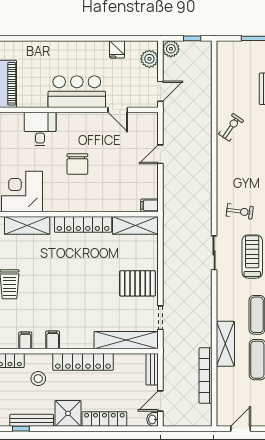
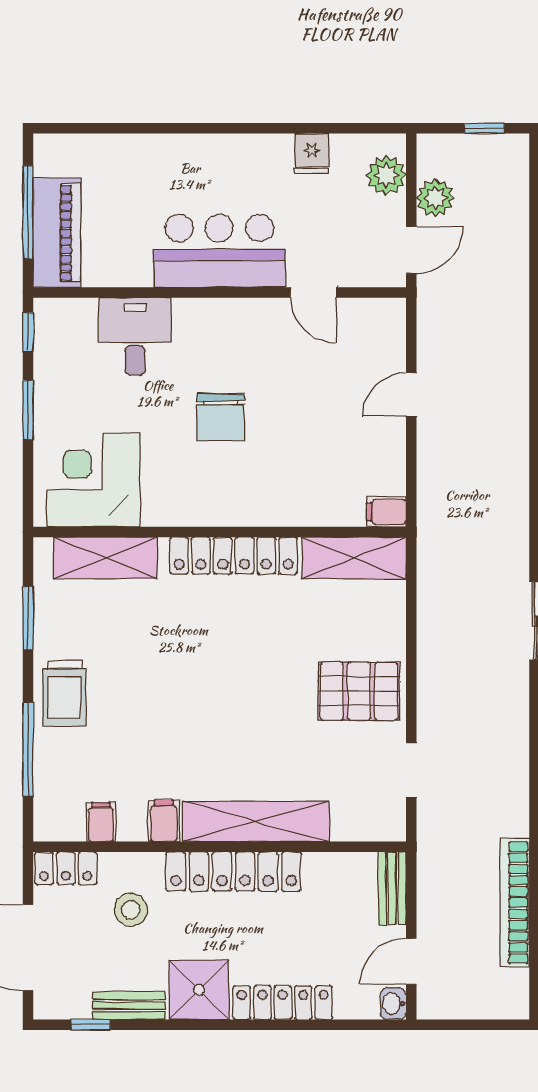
plant: (171, 49) -> (435, 198), moved
shelving: (126, 340) -> (256, 822), moved
bench: (32, 420) -> (129, 1006), width x0.73

